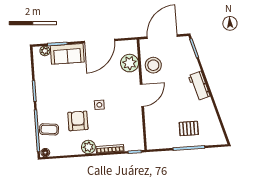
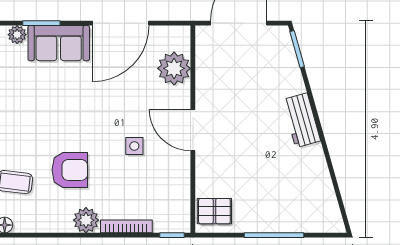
stool: (153, 65) -> (218, 75), removed
door: (142, 95) -> (193, 130), swing flipped
side table: (99, 105) -> (134, 146), moved
armchair: (78, 121) -> (70, 170), turned 90
pallet: (189, 128) -> (214, 211), moved

